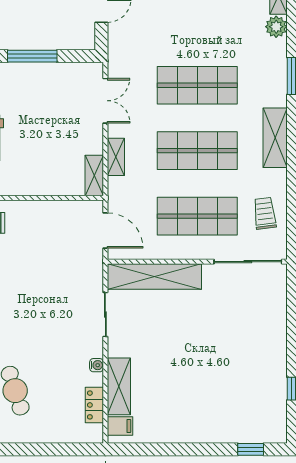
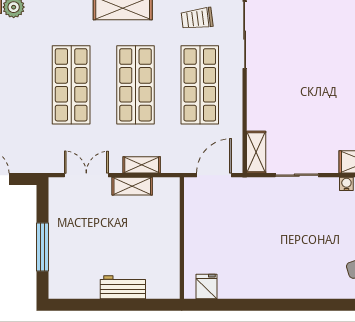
shelving: (94, 175) -> (132, 186), moved
shelving: (154, 276) -> (256, 152), width x0.45, depth x0.75

